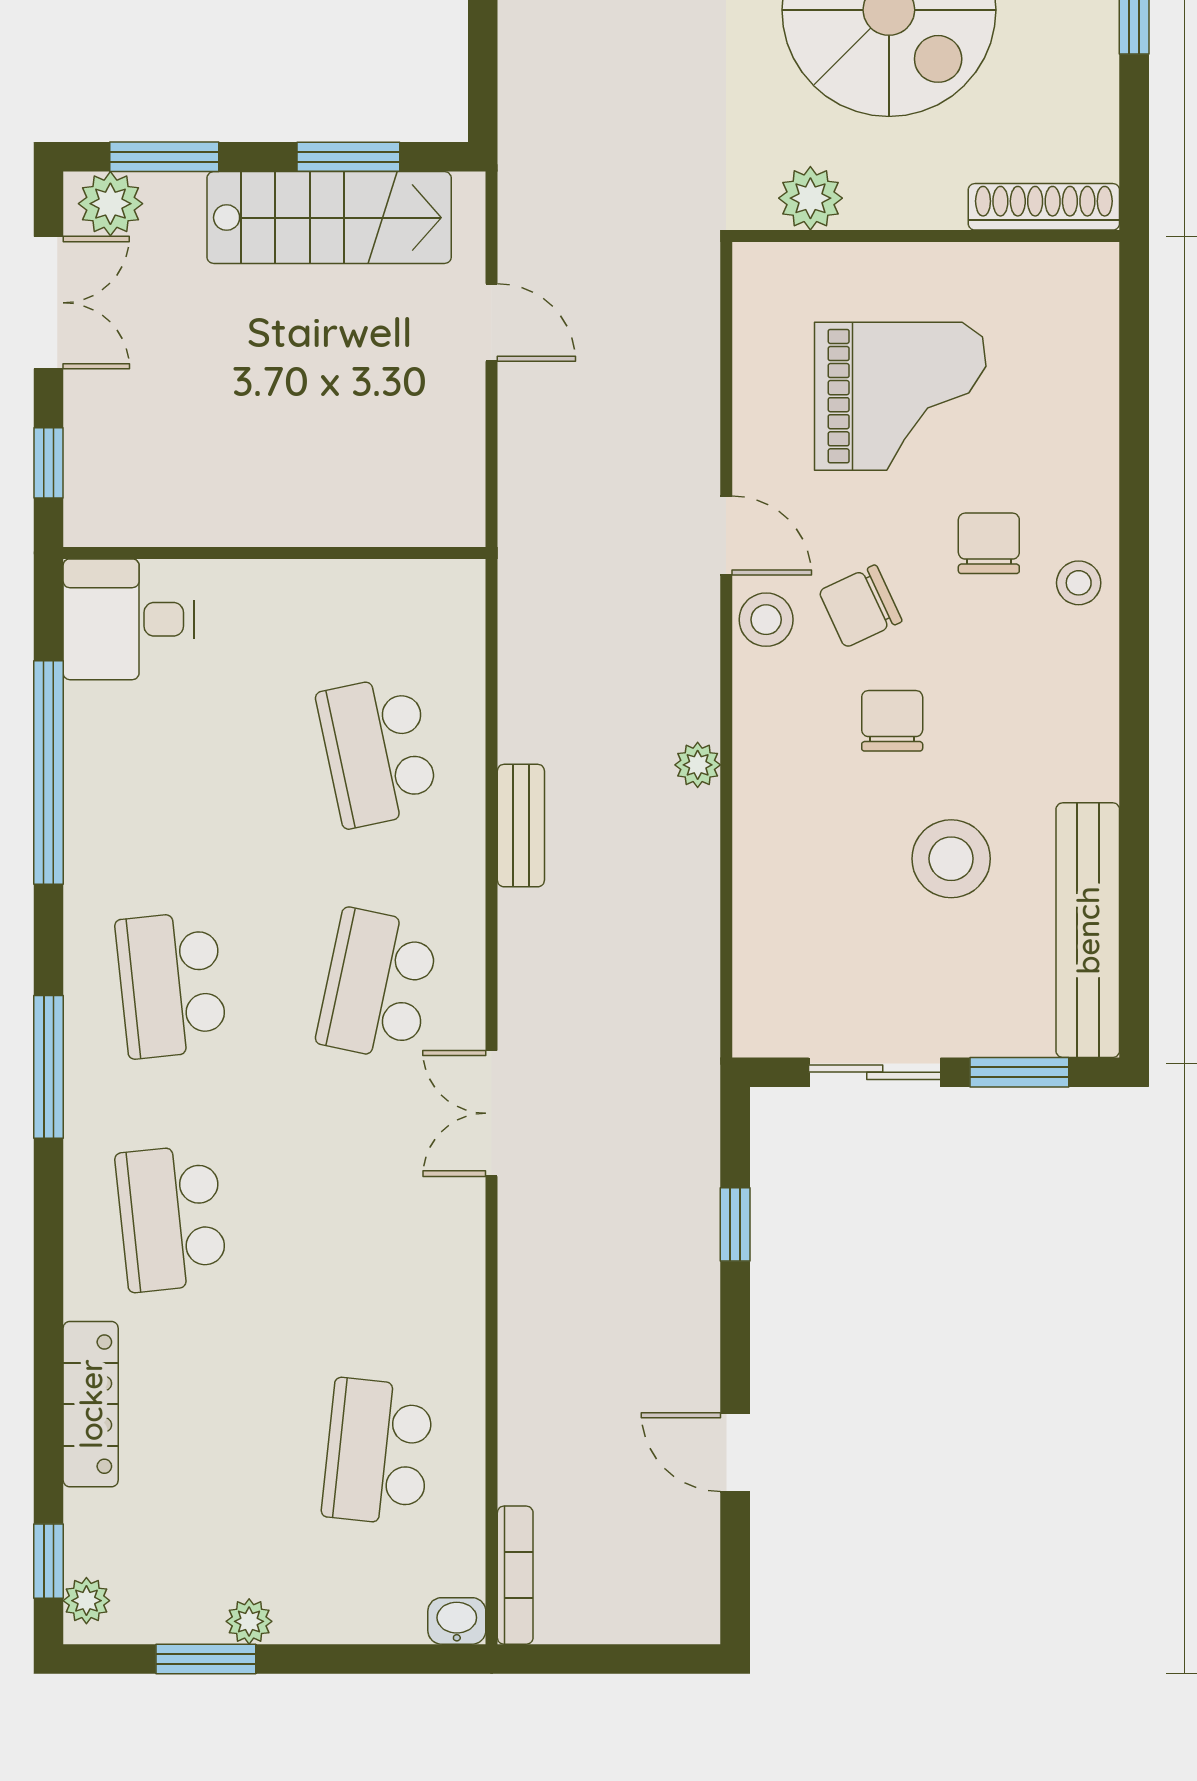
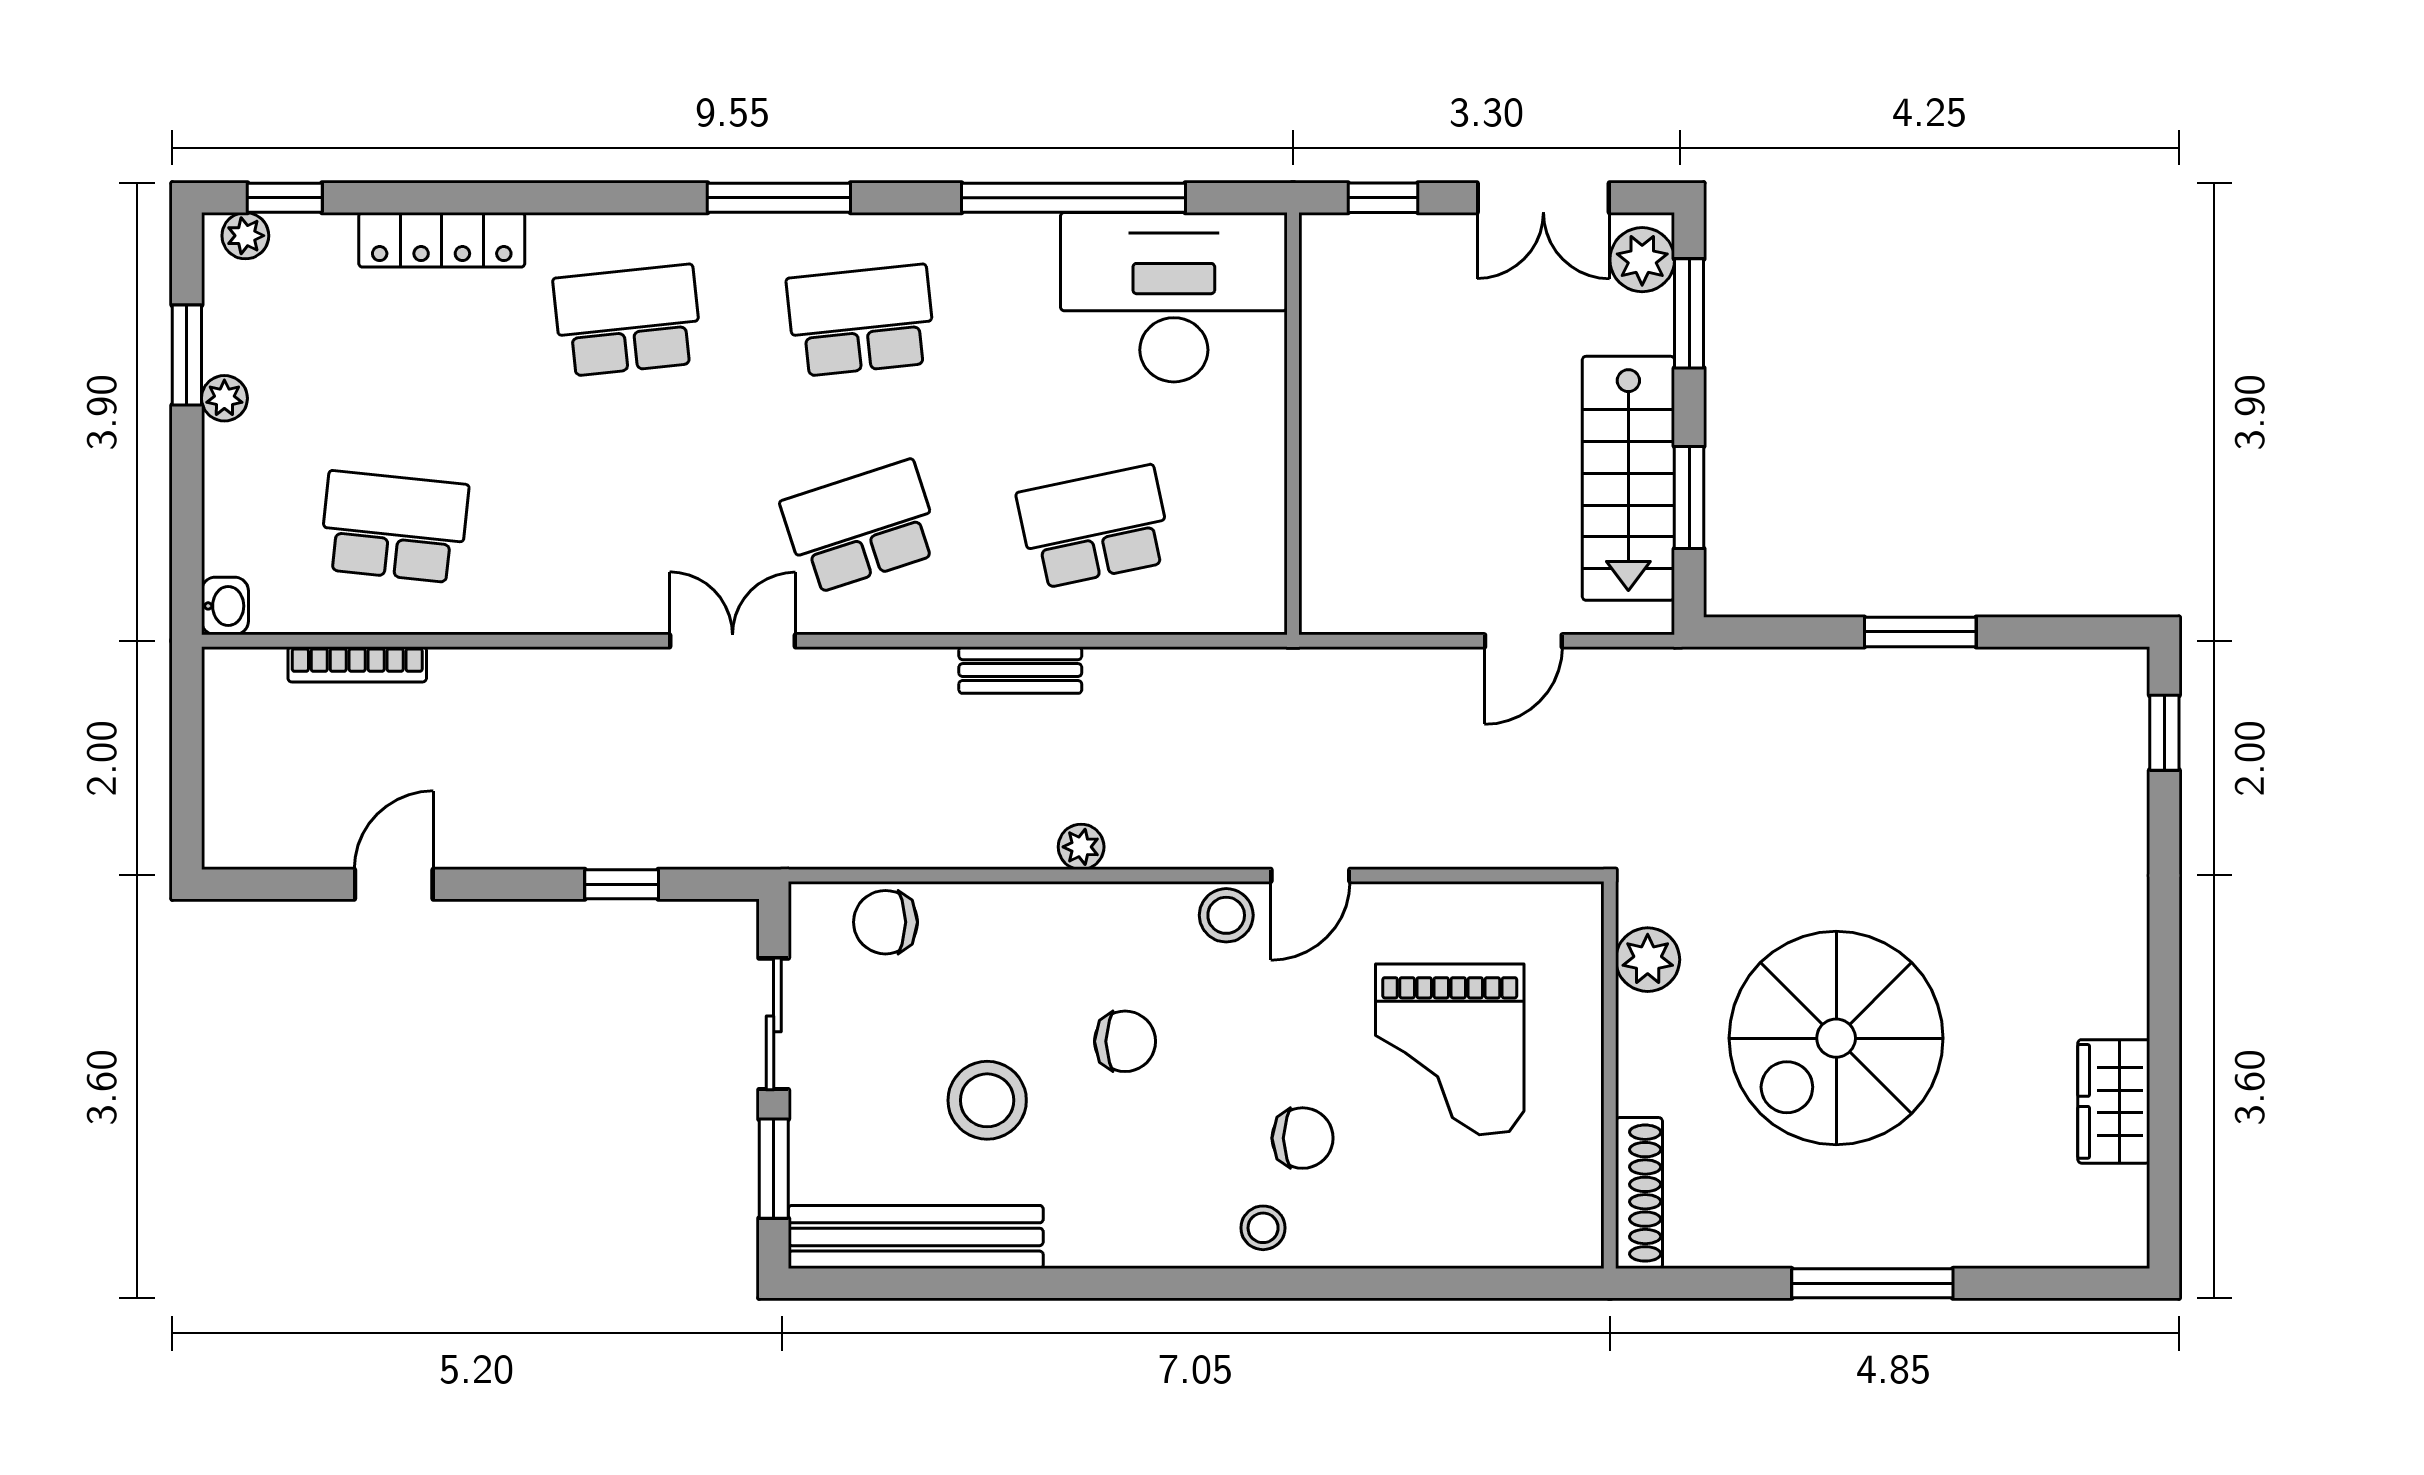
chair: (860, 606) -> (885, 922), moved, turned -65
desk: (128, 619) -> (1174, 297), width x1.87, depth x1.30
school desk: (378, 985) -> (861, 527), turned -30
bookcase: (515, 1575) -> (357, 664), moved

